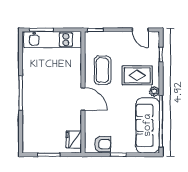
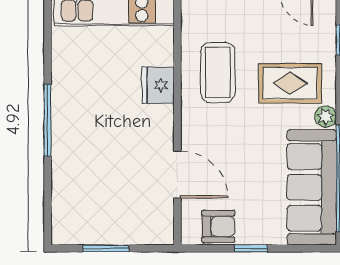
door: (83, 99) -> (177, 174), moved
fridge: (74, 139) -> (158, 85), moved

